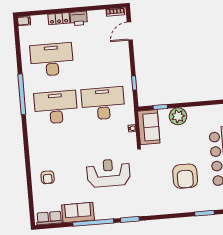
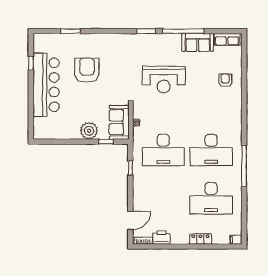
printer: (79, 18) -> (162, 237), moved

